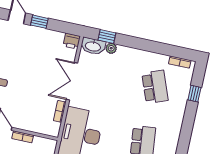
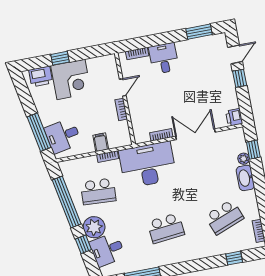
washbasin: (93, 46) -> (245, 178), moved

